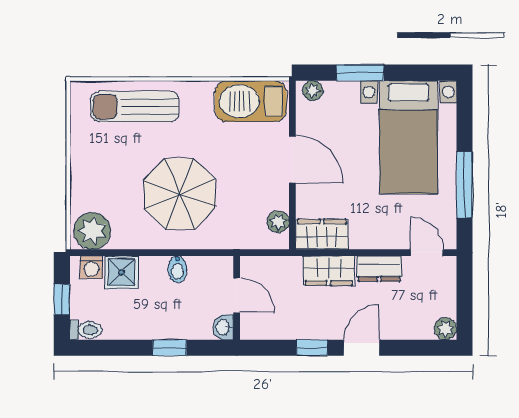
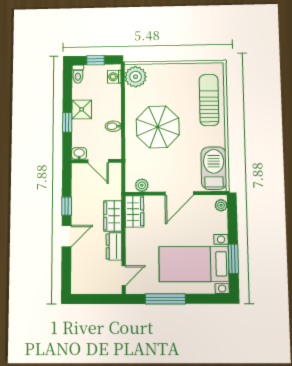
window: (360, 73) -> (233, 259), moved
shower: (122, 272) -> (82, 109), moved
door: (237, 295) -> (98, 161), hinge flipped
plant: (445, 329) -> (78, 287), removed
door: (362, 348) -> (66, 236), hinge flipped

